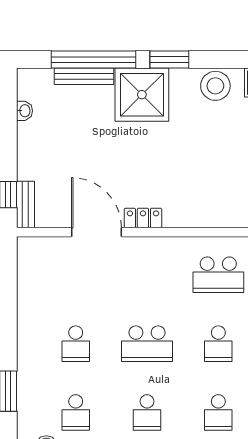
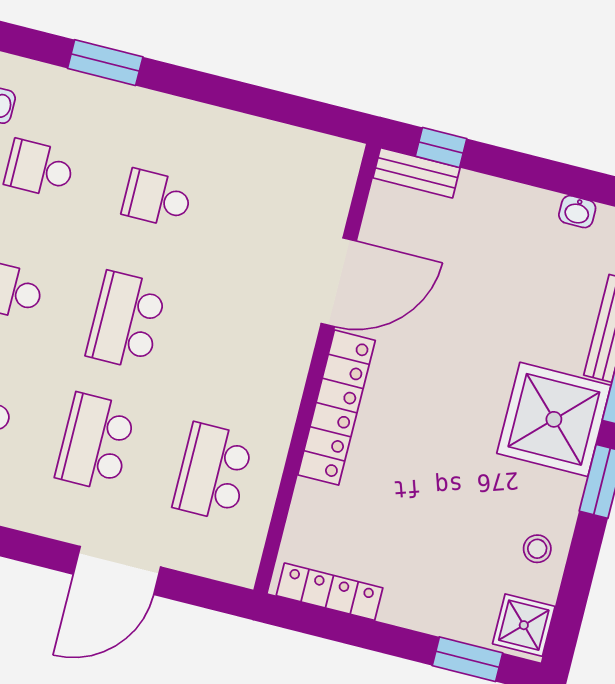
stool: (215, 86) -> (537, 549), width x0.53, depth x0.53
locker: (143, 218) -> (336, 408), width x2.16, depth x1.21
school desk: (218, 344) -> (95, 442), width x1.85

